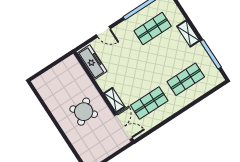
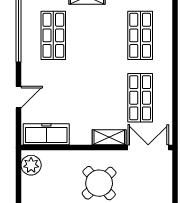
plant: (68, 65) -> (31, 165), added

